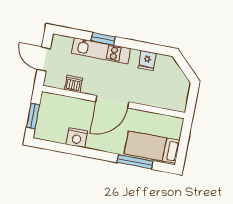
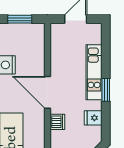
window: (103, 39) -> (106, 90), moved
dishwasher: (74, 84) -> (57, 122), moved

